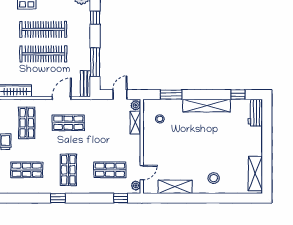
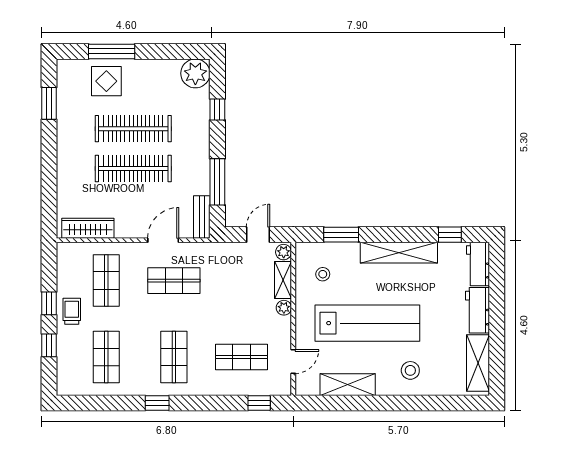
workbench: (255, 141) -> (477, 310), added
lab bench: (187, 149) -> (367, 323), added
shop shelf: (27, 170) -> (106, 357), turned 90
plant: (136, 186) -> (284, 308), moved

